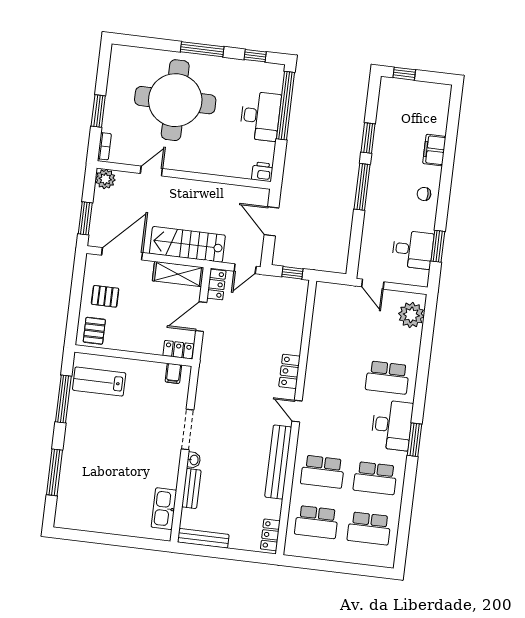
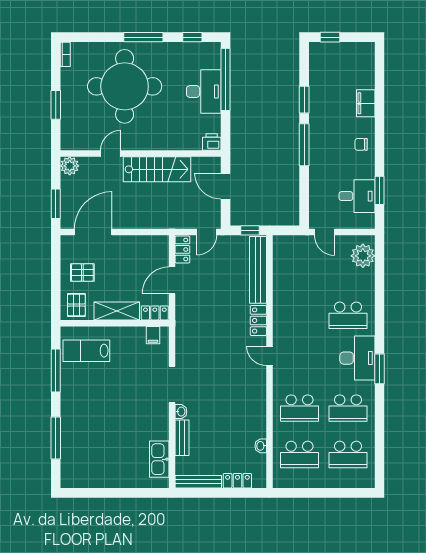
bookcase: (105, 146) -> (65, 54), moved
stairs: (187, 244) -> (157, 169), moved, turned 180
shelving: (178, 274) -> (117, 311), moved
bench: (278, 462) -> (258, 270), moved
washbasin: (276, 508) -> (261, 446), added
locker: (270, 535) -> (237, 481), moved, turned 90

